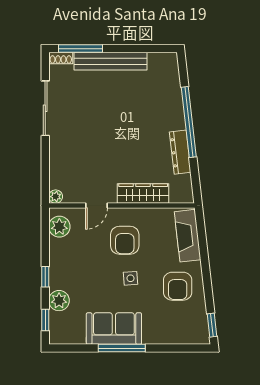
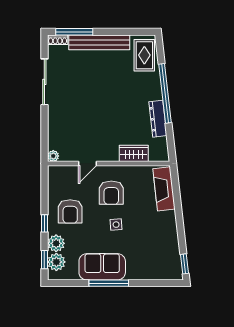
rug: (164, 76) -> (144, 55), added
wardrobe: (143, 193) -> (134, 153), width x0.67
plant: (59, 227) -> (56, 262), moved
armchair: (178, 286) -> (70, 211), moved

